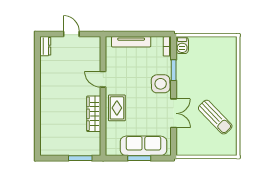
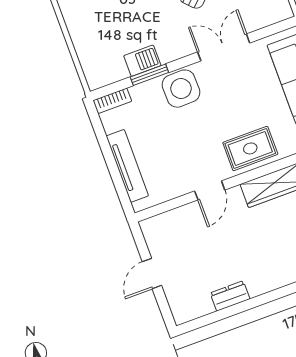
barbecue: (182, 45) -> (142, 61), moved
dresser: (45, 46) -> (230, 296), moved

